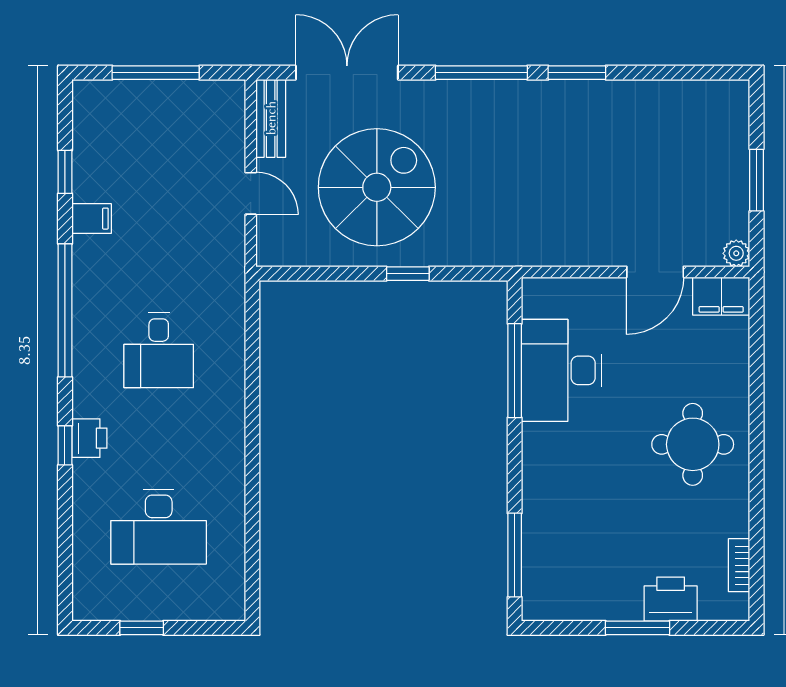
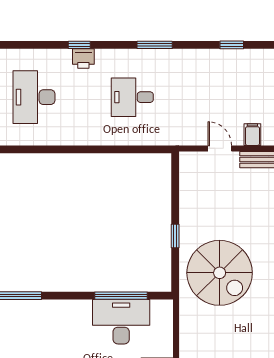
spiral stairs: (377, 187) -> (220, 273), moved
door: (251, 193) -> (220, 148), swing flipped
filing cabinet: (92, 219) -> (252, 135), moved, turned 180
window: (65, 310) -> (155, 45), width x0.47

